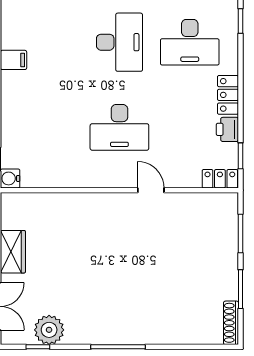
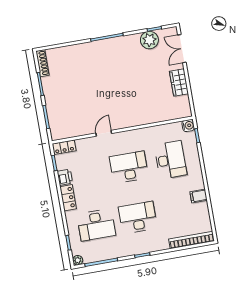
desk: (119, 42) -> (138, 218), turned 90
desk: (190, 42) -> (96, 225), turned 180
desk: (49, 127) -> (170, 160), added
door: (151, 190) -> (104, 133), swing flipped

